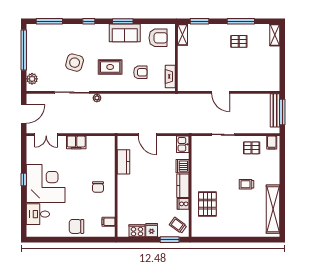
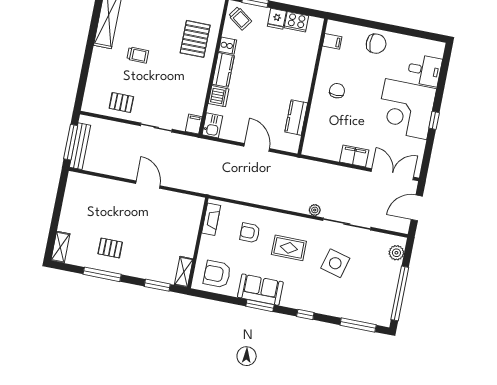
double door: (46, 135) -> (392, 174), width x1.37
filing cabinet: (272, 143) -> (194, 124), moved

